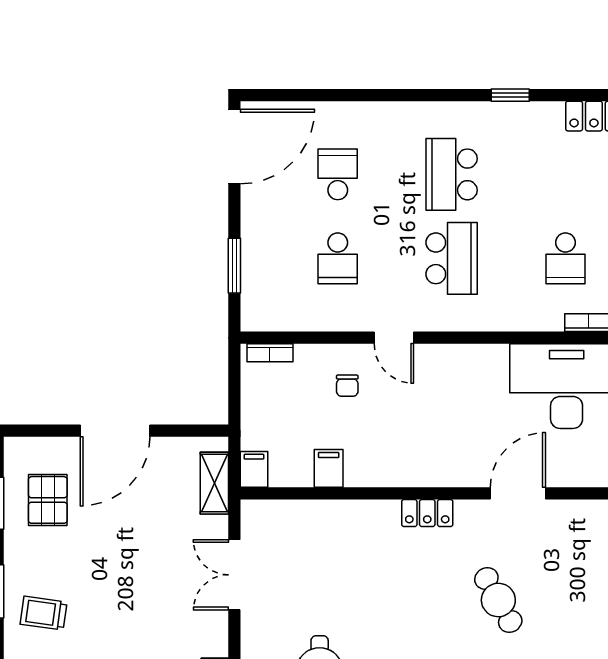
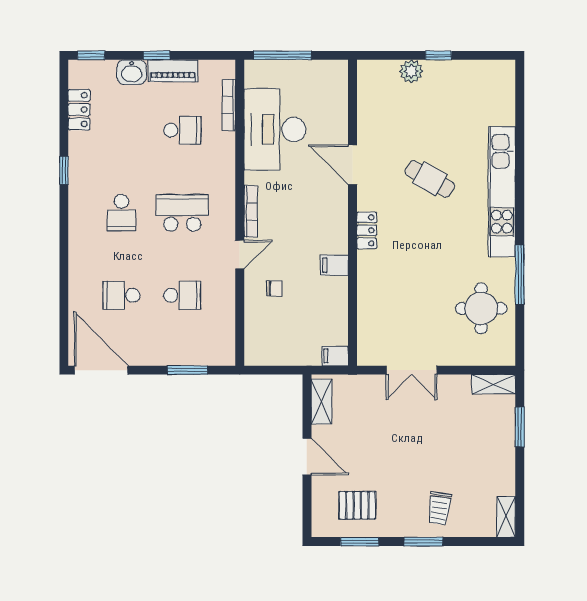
school desk: (452, 174) -> (121, 213), width x0.54
bookcase: (270, 353) -> (251, 211), moved, width x1.56
door: (115, 431) -> (307, 457), width x0.73
filing cabinet: (329, 468) -> (334, 265), moved
shelving: (214, 483) -> (321, 402), moved, turned 90
cafe table: (498, 600) -> (430, 179), turned 59

